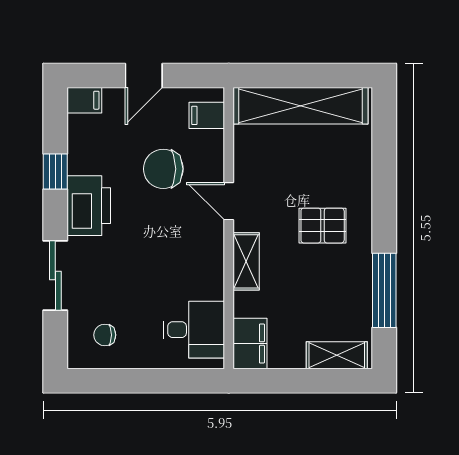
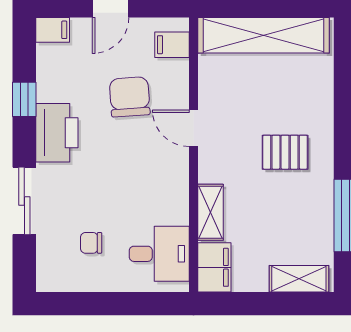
chair: (163, 169) -> (130, 97), turned 86
shelving: (246, 261) -> (211, 212), moved
chair: (105, 335) -> (91, 243), moved

